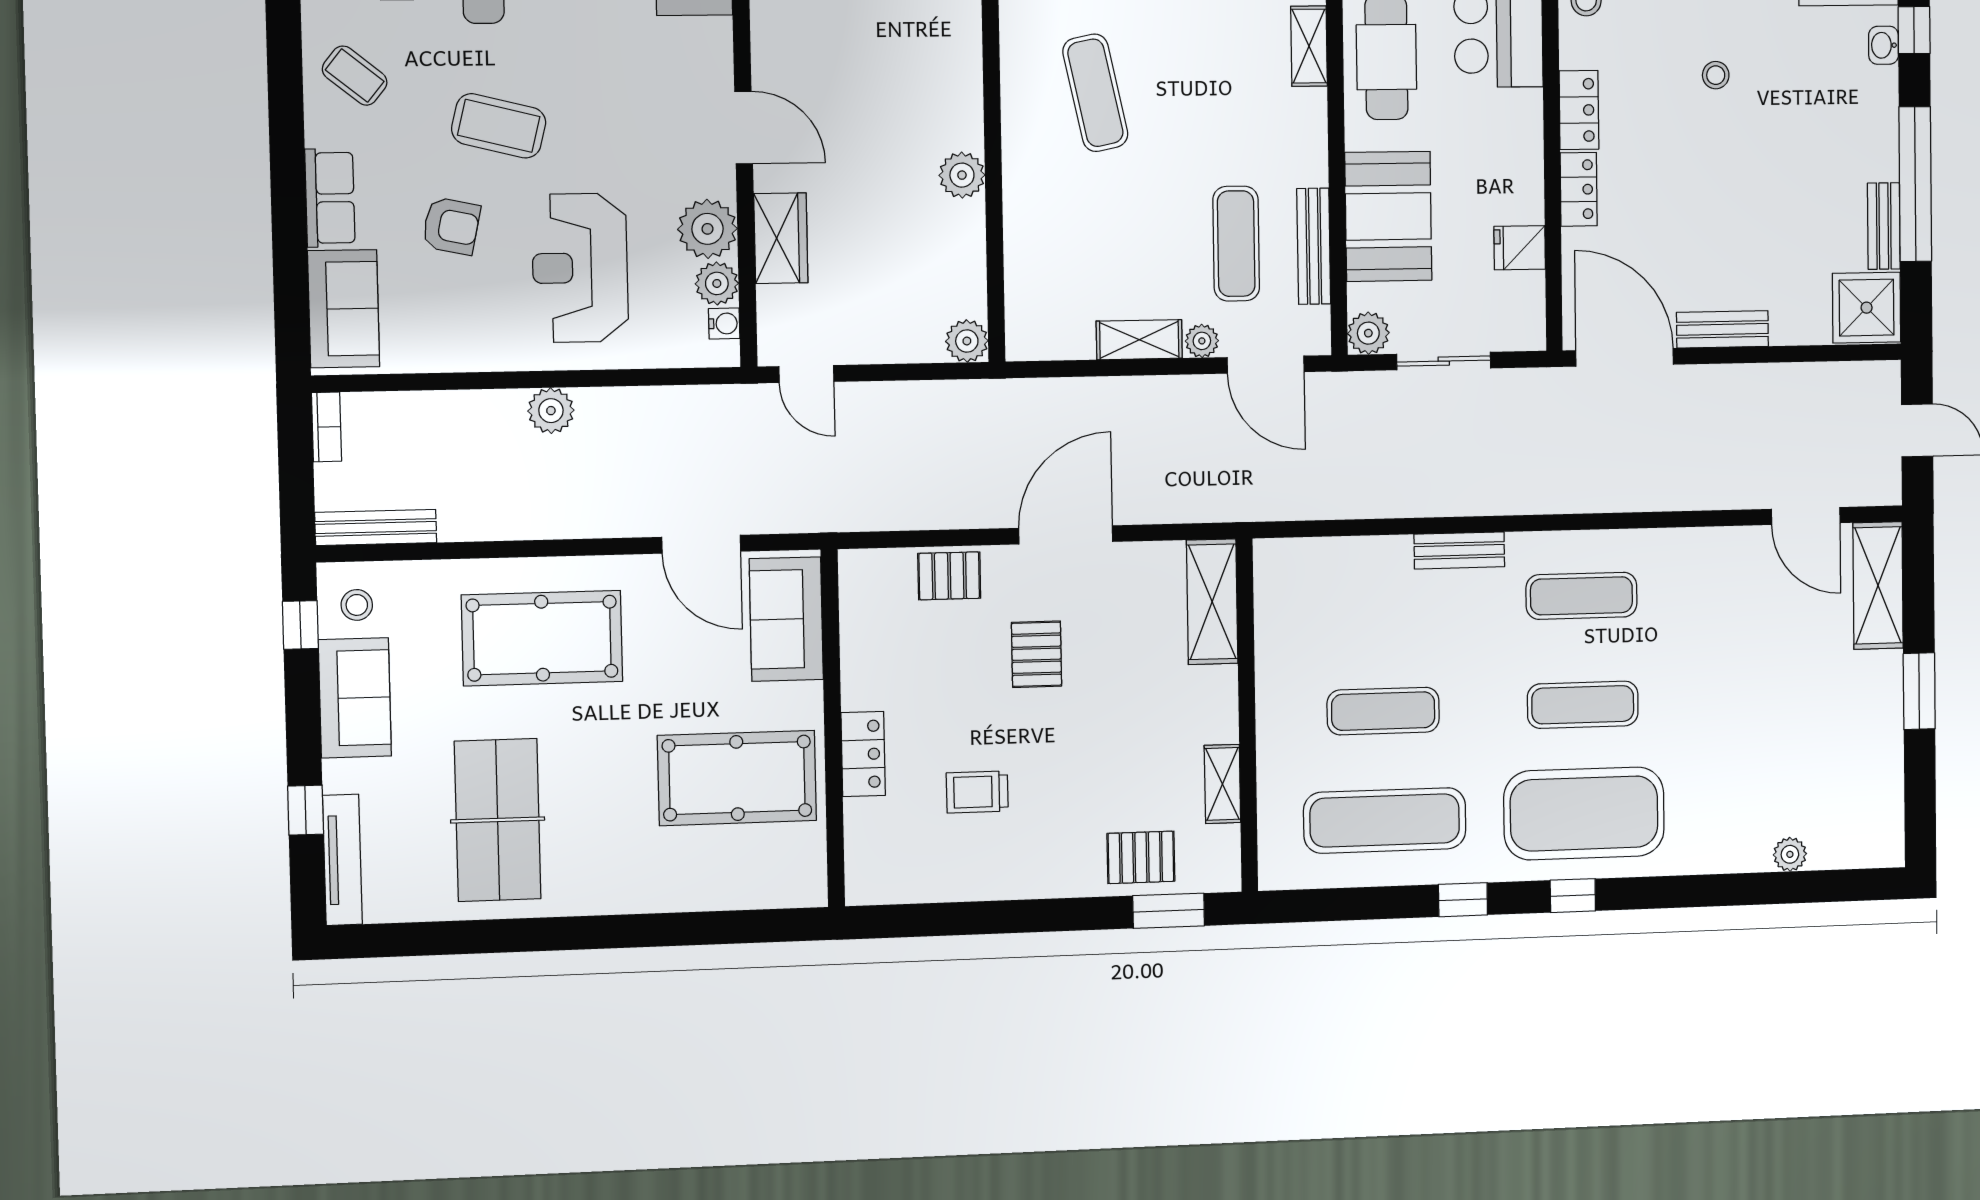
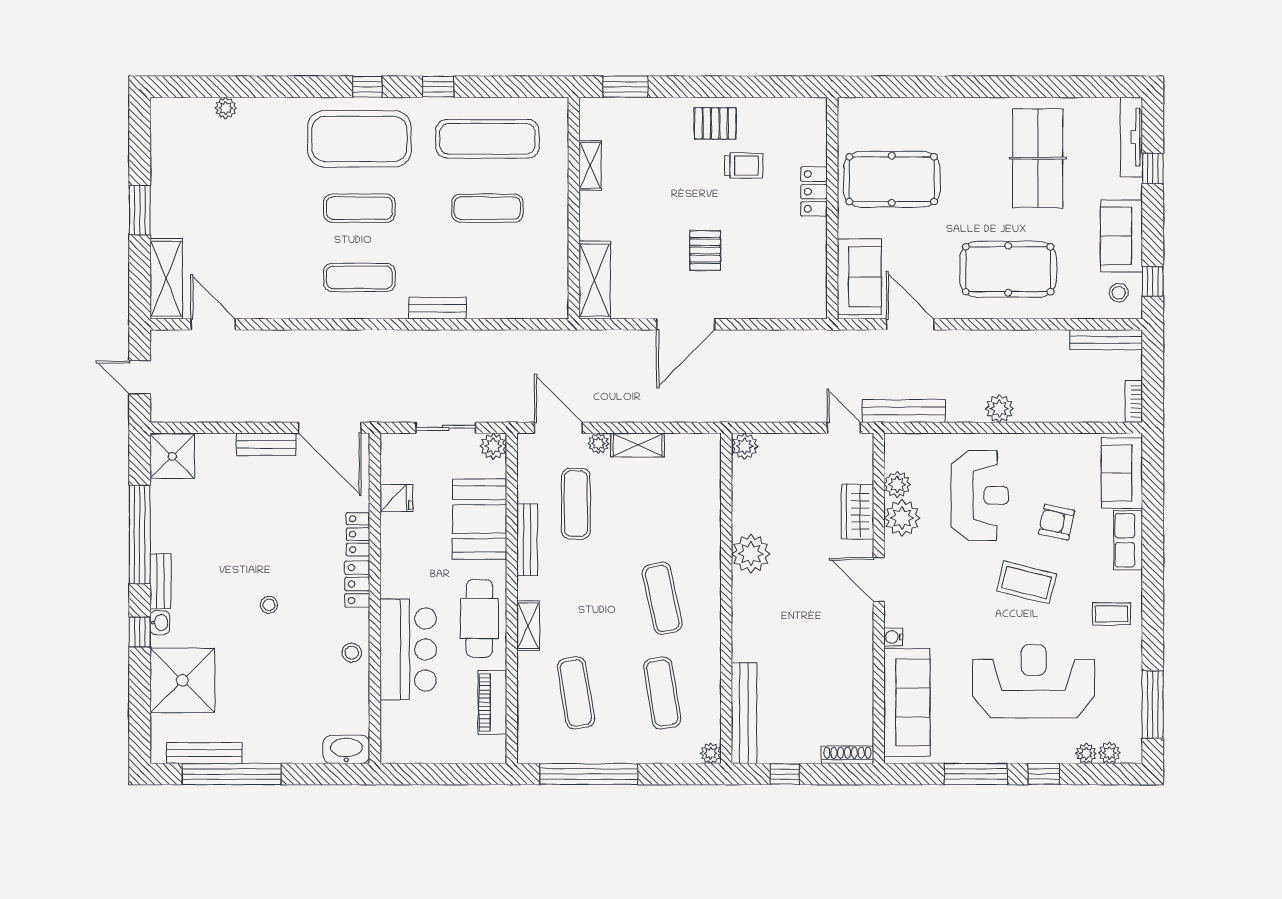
coffee table: (355, 76) -> (1111, 614), turned -39
plant: (962, 175) -> (751, 554), width x1.36, depth x1.36
bench: (1884, 226) -> (161, 581), moved
bench: (1314, 246) -> (527, 540), moved
water cooler: (724, 324) -> (893, 637), moved
bench: (709, 403) -> (904, 411), added
pallet: (949, 576) -> (758, 301), removed
pallet: (1141, 857) -> (715, 123), moved

